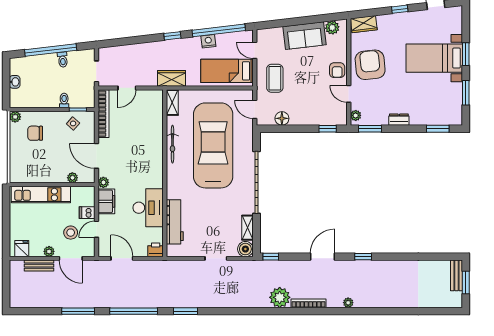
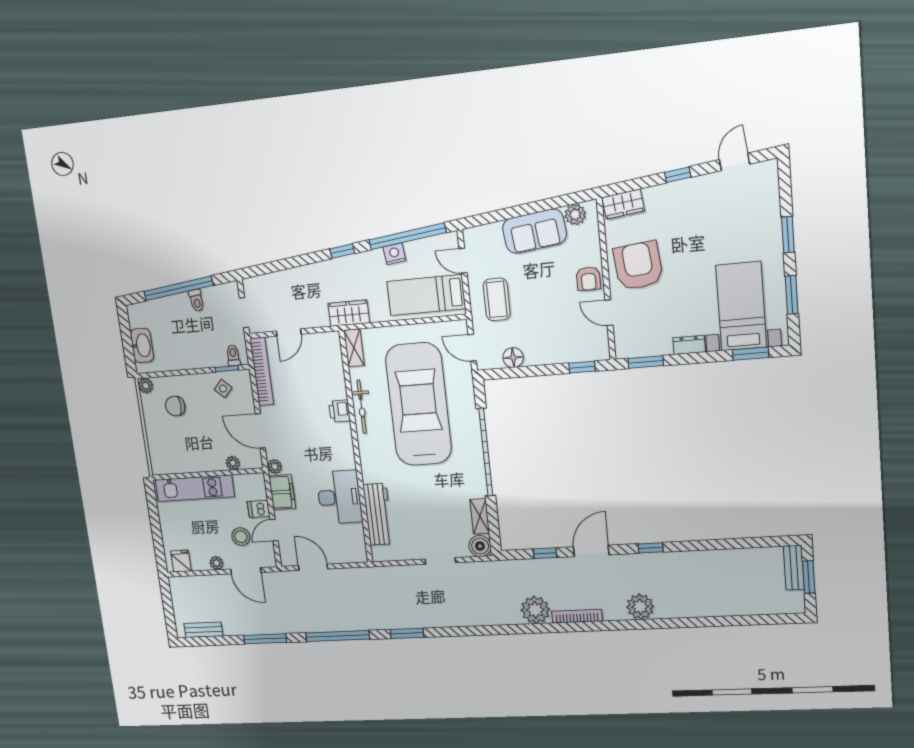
bed with nightstands: (434, 58) -> (741, 306), moved, turned 90
washbasin: (15, 82) -> (142, 345), width x1.91, depth x1.45
toilet: (64, 101) -> (233, 355), moved
plant: (356, 115) -> (622, 344), removed
printer: (156, 250) -> (340, 411), moved, turned -90
window: (271, 257) -> (545, 553), moved
bench: (39, 266) -> (203, 630), moved
plant: (348, 303) -> (640, 607), width x1.88, depth x1.88

